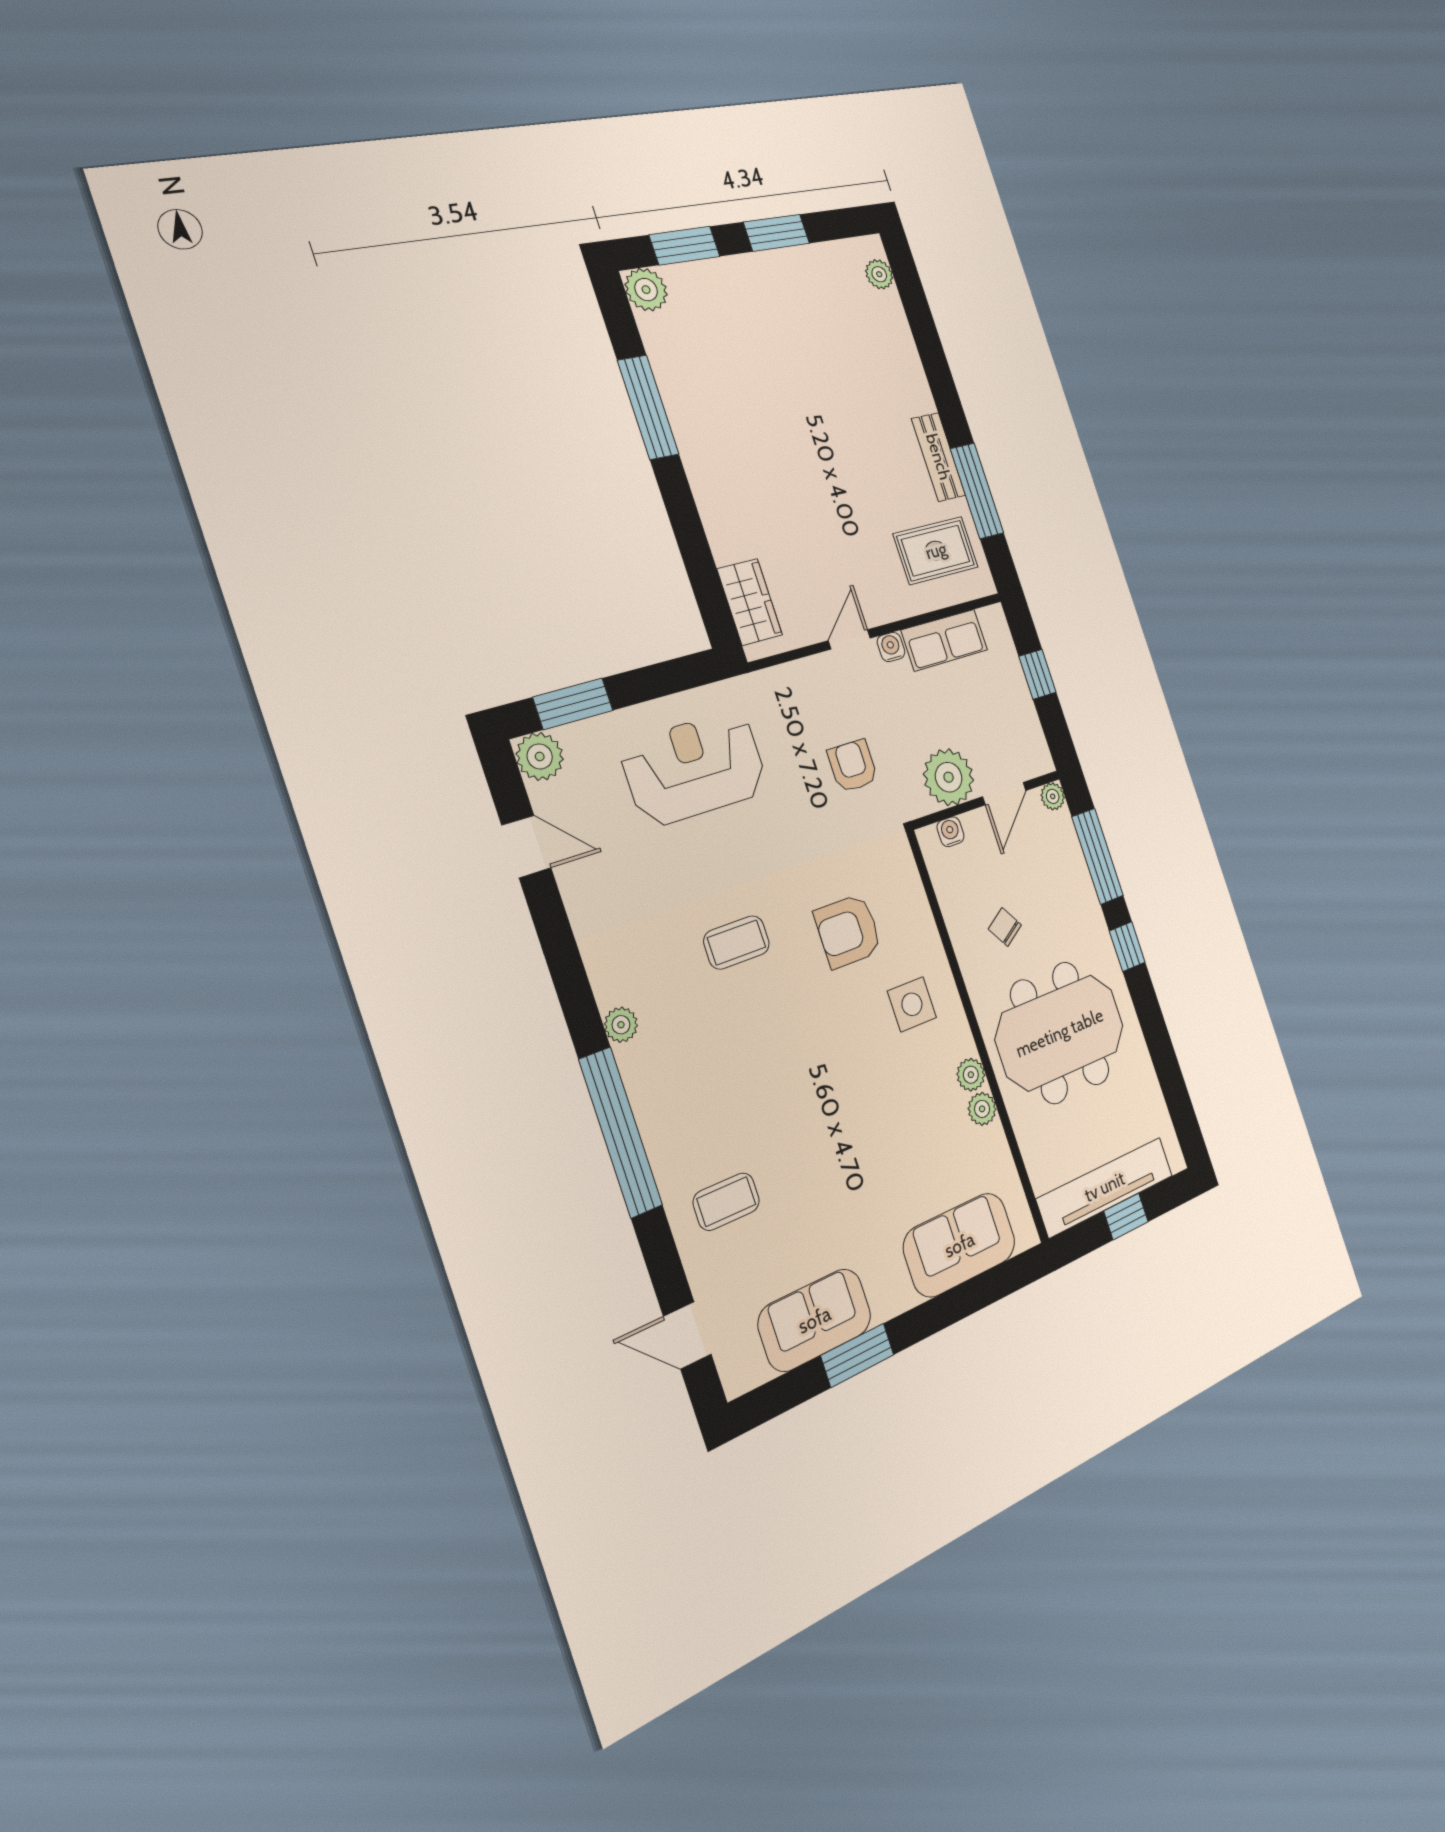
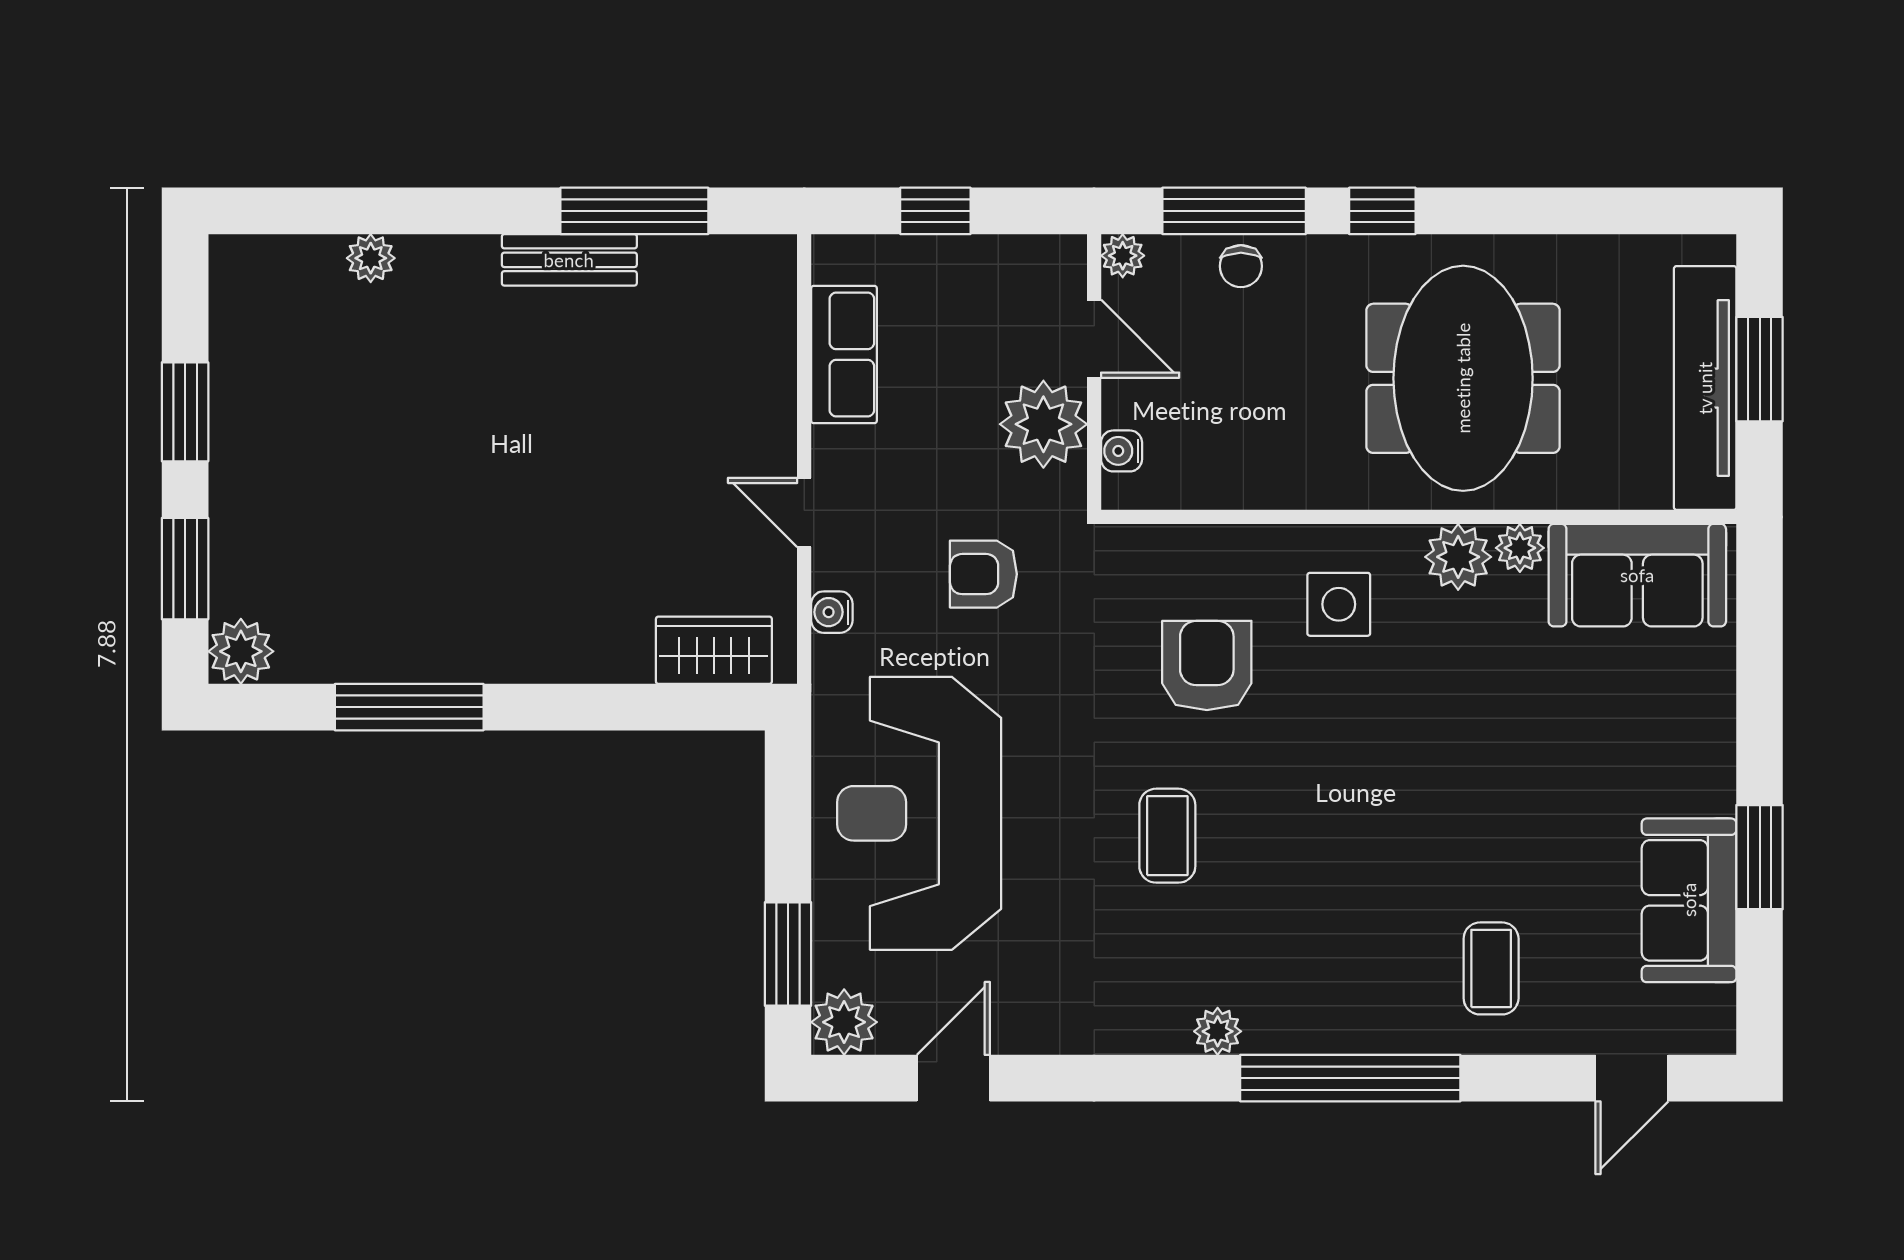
plant: (879, 274) -> (371, 258), moved
rug: (936, 551) -> (709, 319), removed
water cooler: (891, 647) -> (832, 612), moved
reception desk: (695, 768) -> (919, 813), width x1.36, depth x1.30
chair: (1005, 927) -> (1241, 266), moved, turned -57
armchair: (848, 931) -> (1207, 665), turned 180
plant: (971, 1075) -> (1458, 557), width x1.38, depth x1.38
window: (1126, 1216) -> (1760, 369), width x1.50
sofa: (960, 1245) -> (1637, 575), moved, turned -90

